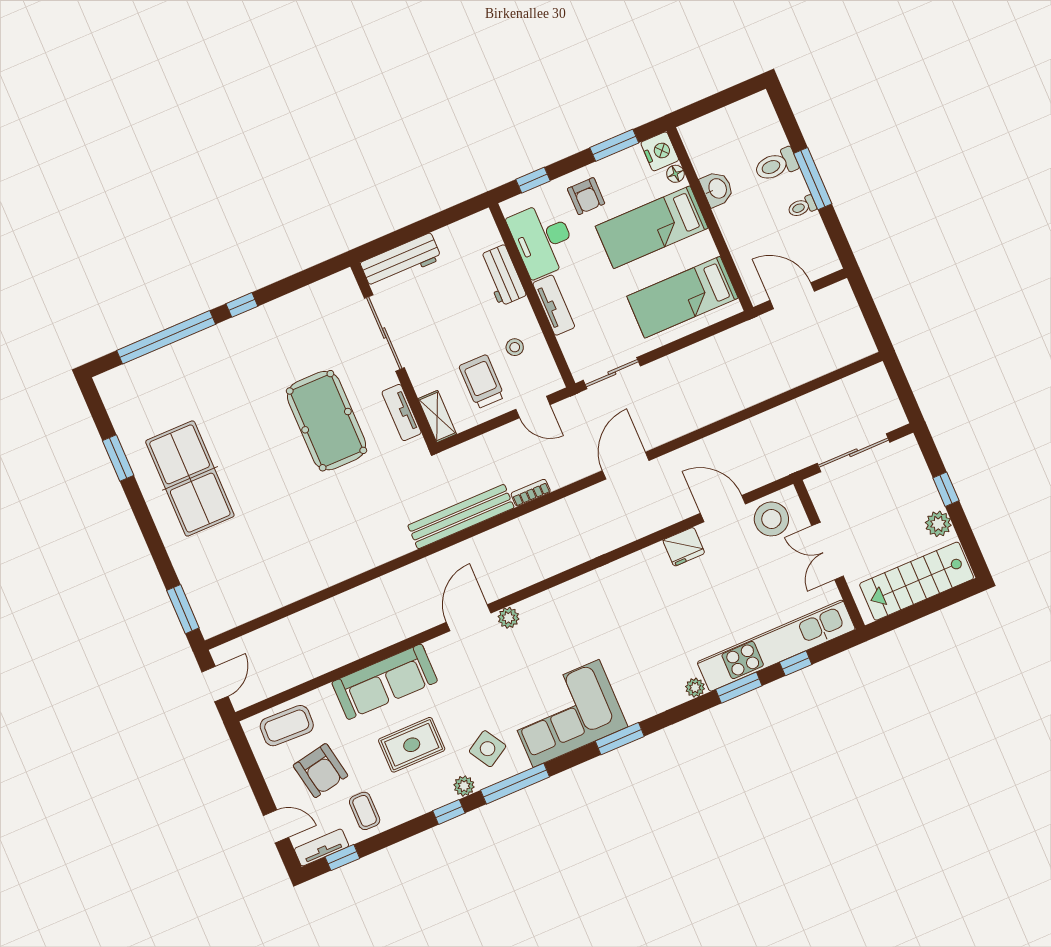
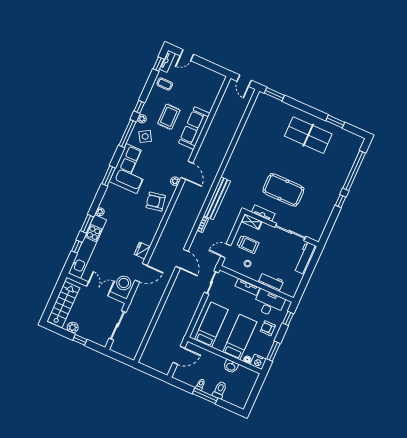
coffee table: (287, 726) -> (211, 88), removed
armchair: (320, 771) -> (156, 202), moved

